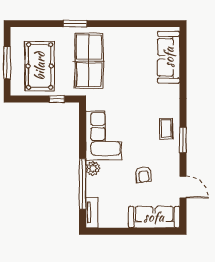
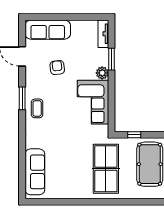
window: (75, 24) -> (118, 202), removed
window: (82, 184) -> (112, 59), width x0.47

